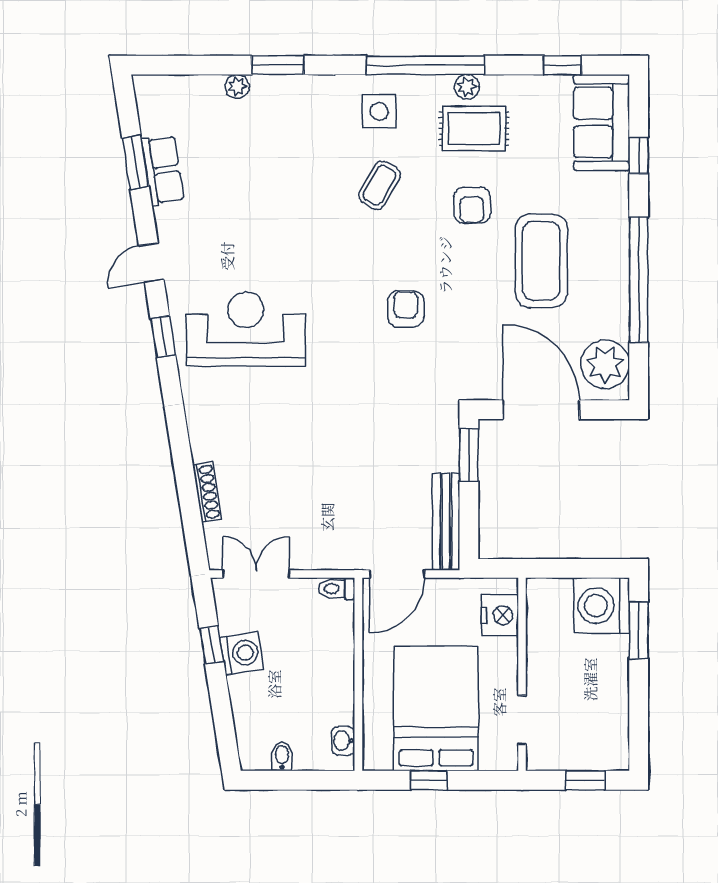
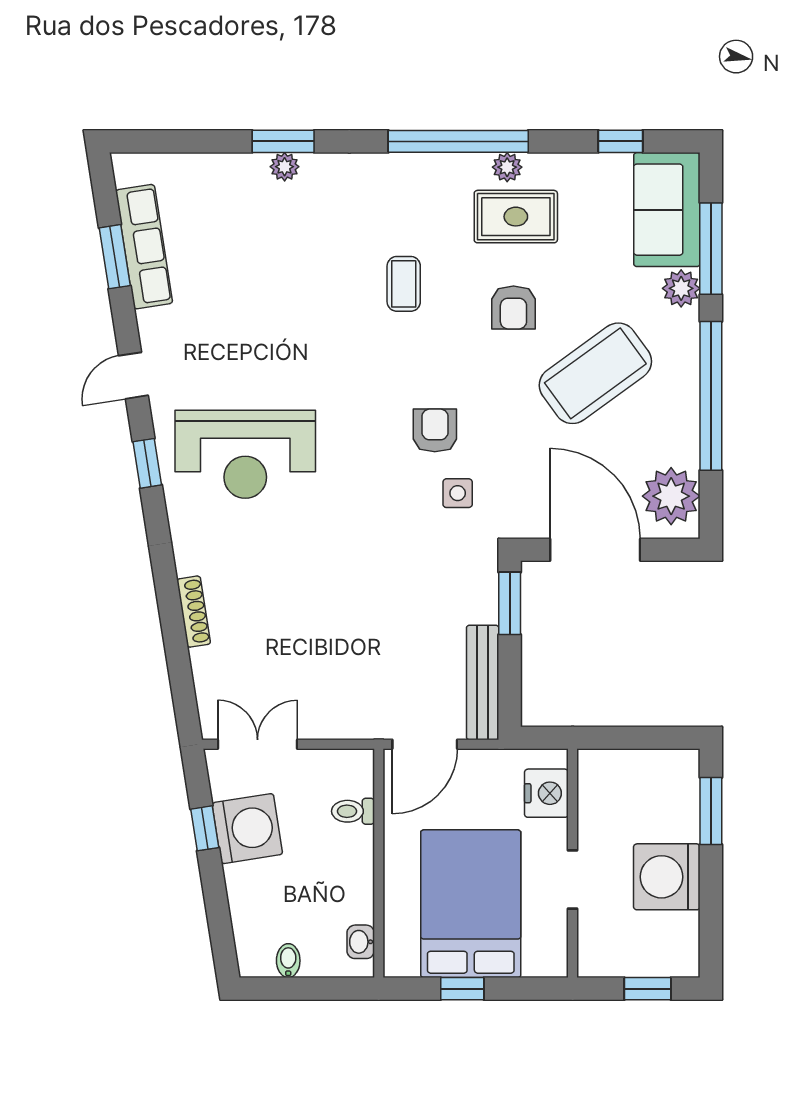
plant: (237, 86) -> (285, 167), moved
side table: (379, 111) -> (458, 493), moved, width x0.73, depth x0.73
window: (639, 156) -> (711, 249), width x2.17
row of seats: (163, 170) -> (144, 247), width x1.48
coffee table: (379, 185) -> (404, 284), turned -30
plant: (614, 189) -> (681, 288), added
coffee table: (541, 261) -> (595, 373), turned 54
reception desk: (246, 329) -> (245, 454), turned 180
shoe rack: (207, 492) -> (194, 612), moved
toilet: (337, 589) -> (353, 811), moved
washing machine: (601, 606) -> (667, 877), moved
washing machine: (241, 653) -> (247, 829), width x1.37, depth x1.37
doorway: (522, 720) -> (573, 880), moved

